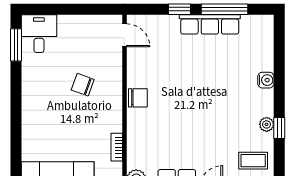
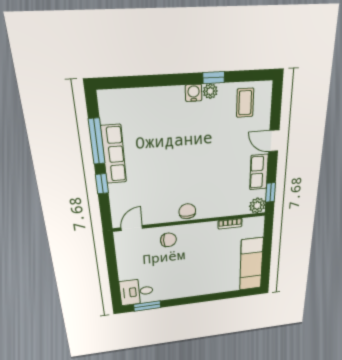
water cooler: (266, 80) -> (194, 93), moved
chair: (83, 85) -> (168, 240), moved, turned -110

